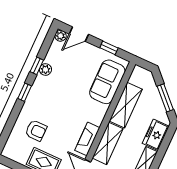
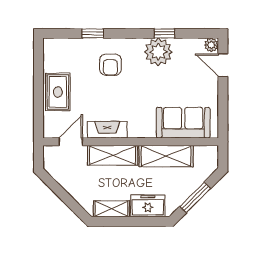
window: (109, 48) -> (223, 107), removed
plant: (45, 69) -> (158, 52), width x1.88, depth x1.88
window: (25, 92) -> (93, 33), moved
armchair: (36, 130) -> (110, 65), moved

